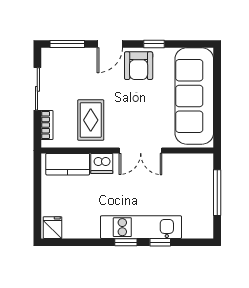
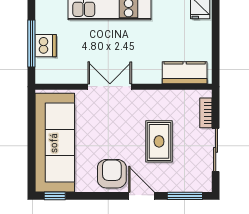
door: (110, 44) -> (141, 196), hinge flipped
window: (154, 44) -> (55, 196), moved
rug: (91, 120) -> (159, 141), moved
dishwasher: (102, 164) -> (46, 46), moved, turned 90

